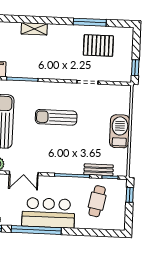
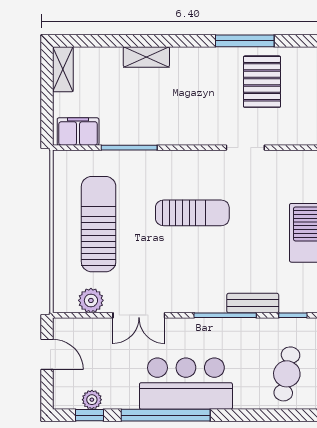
pallet: (98, 45) -> (262, 82), turned 90
sun lounger: (56, 117) -> (192, 213), turned 180
bench: (99, 170) -> (253, 303), moved
cafe table: (97, 201) -> (287, 374), moved

